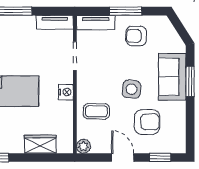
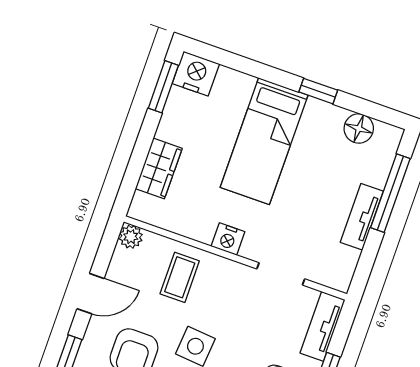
tv unit: (55, 22) -> (362, 217), moved

